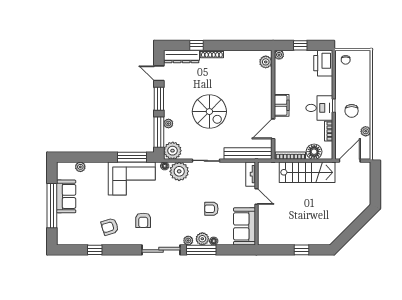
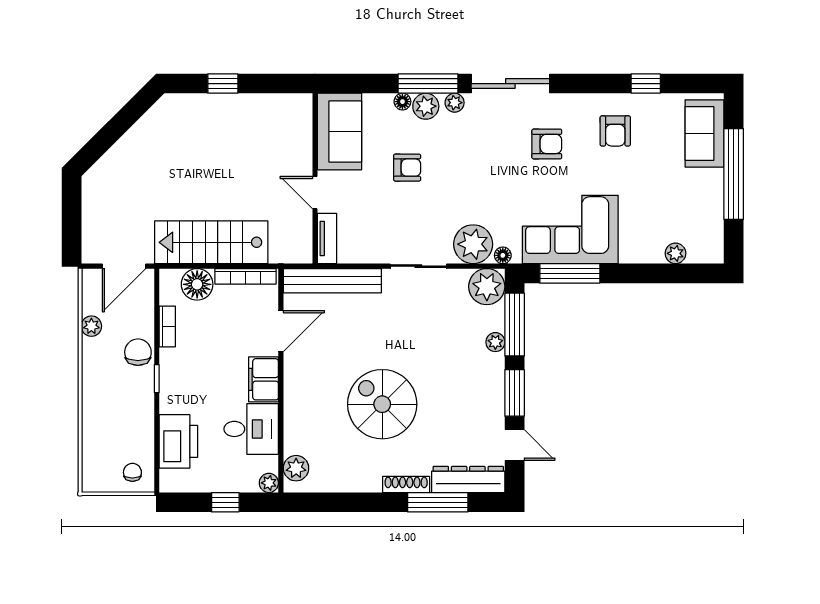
window: (196, 45) -> (438, 502), width x2.17
printer: (323, 63) -> (178, 441), moved
desk: (319, 108) -> (251, 429), moved, turned 180
chair: (352, 111) -> (138, 352), moved
spiral stairs: (209, 112) -> (382, 404), moved
sofa: (66, 196) -> (705, 133), moved
armchair: (143, 220) -> (547, 144), turned 90
armchair: (110, 227) -> (615, 131), turned 107

